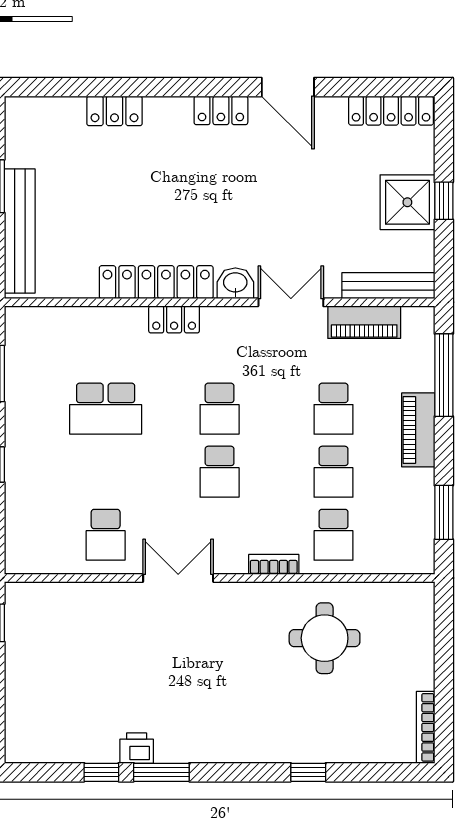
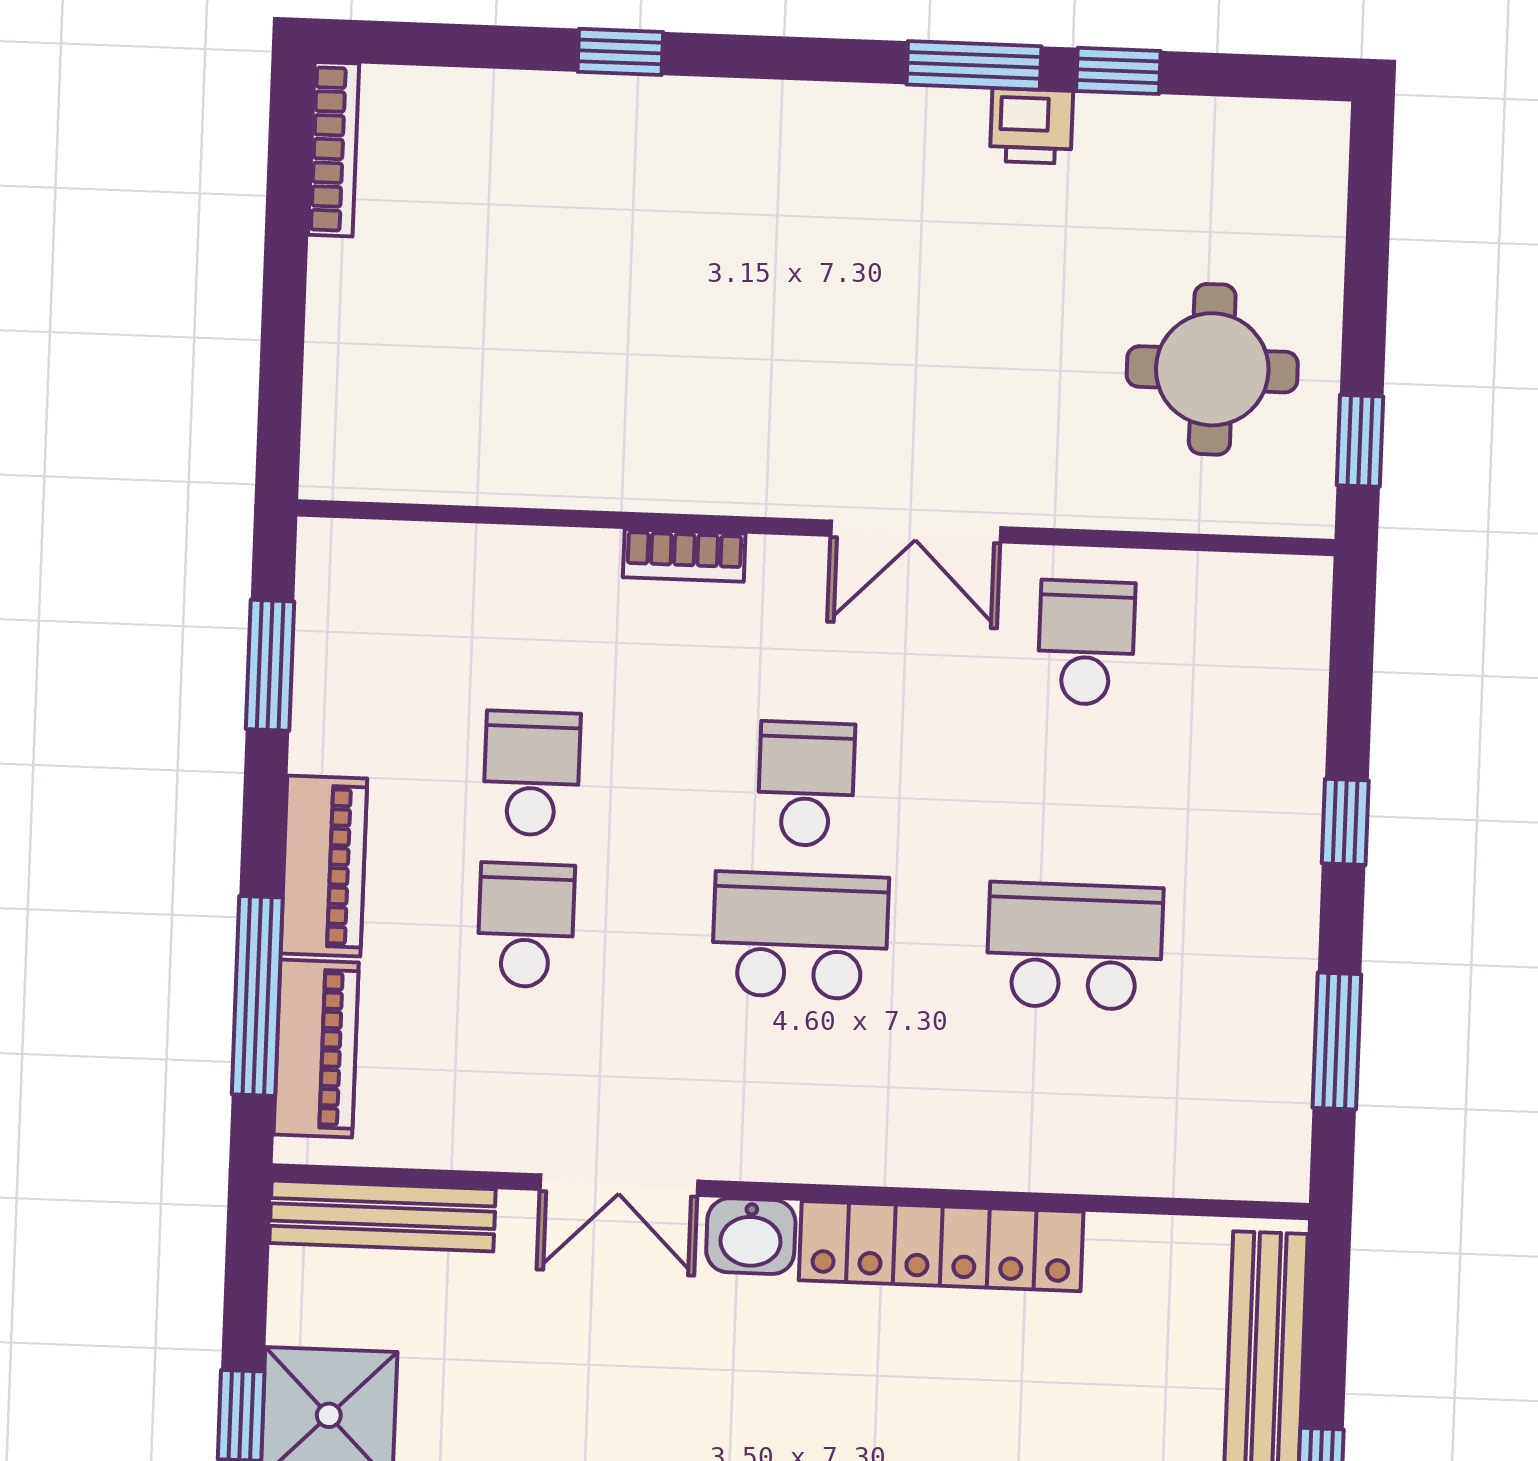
locker: (174, 319) -> (901, 1155), removed
piano: (364, 322) -> (316, 1048), moved, turned 90
school desk: (220, 409) -> (800, 936), width x1.85
school desk: (333, 535) -> (538, 621), removed
round table: (325, 638) -> (1212, 369), moved

